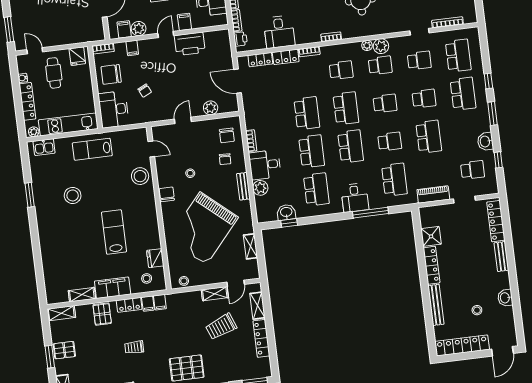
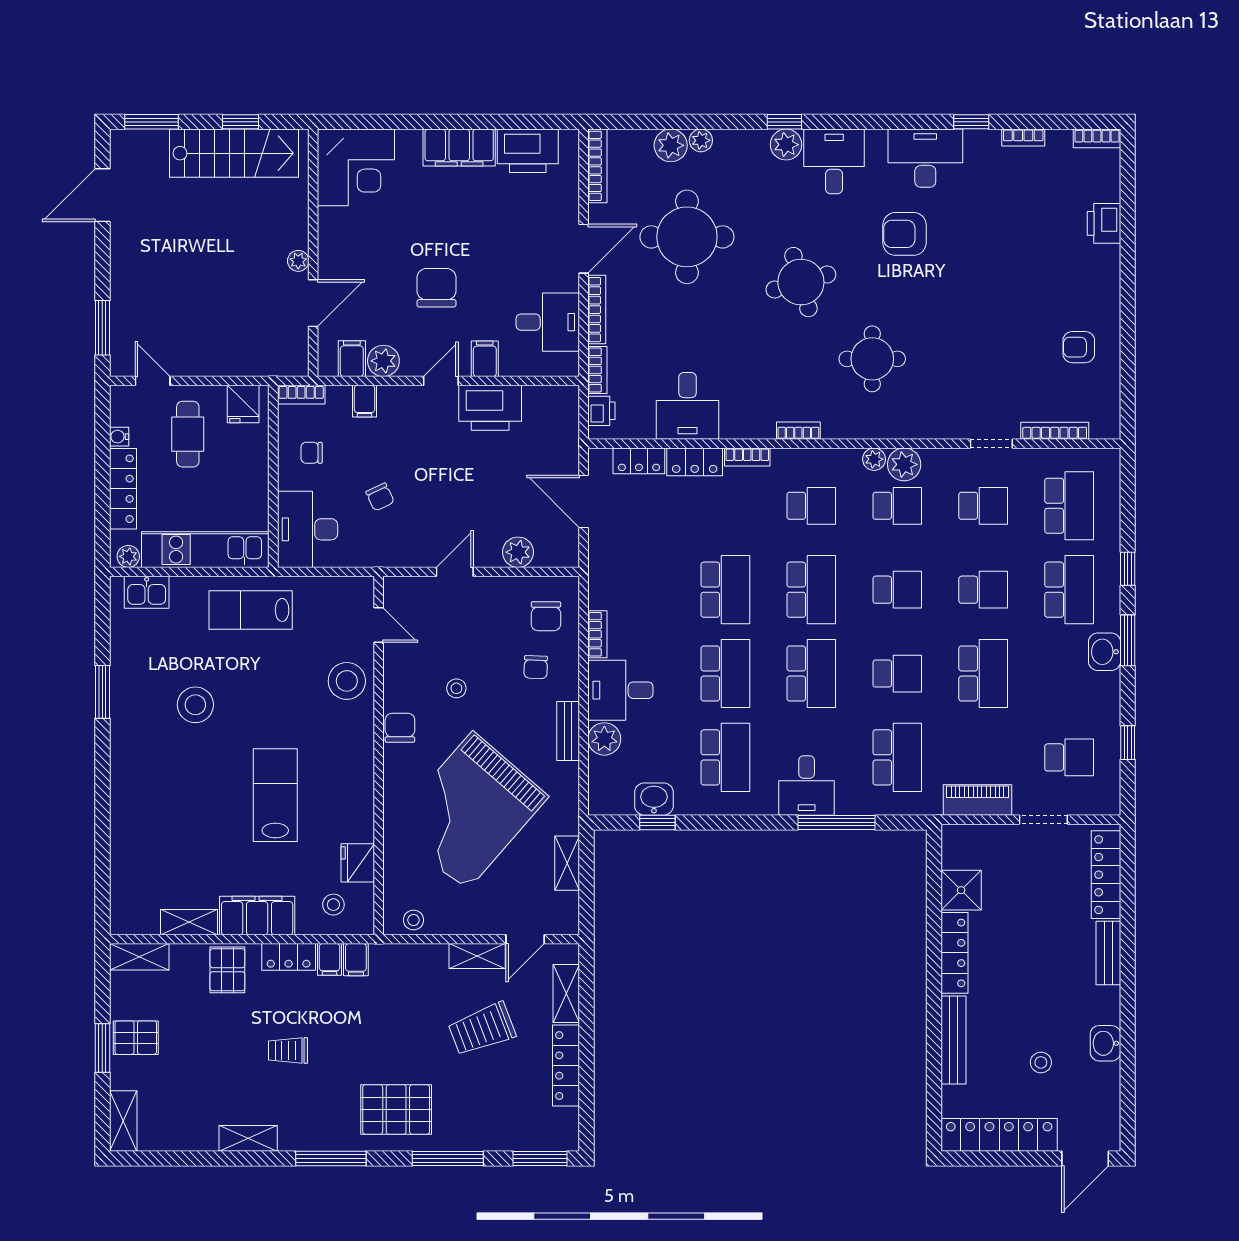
chair: (111, 74) -> (312, 453), width x0.54, depth x0.54
washbasin: (485, 141) -> (1105, 652), moved

